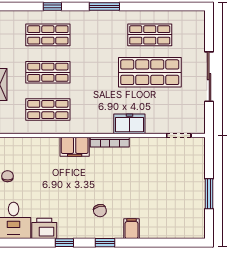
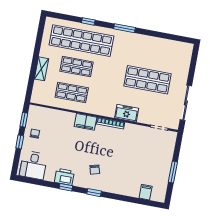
shop shelf: (48, 35) -> (81, 41), width x2.00, depth x1.36
shop shelf: (150, 35) -> (152, 54), removed
sliding door: (209, 77) -> (186, 103), moved
printer: (44, 228) -> (64, 177), moved
filing cabinet: (131, 229) -> (146, 192), moved

